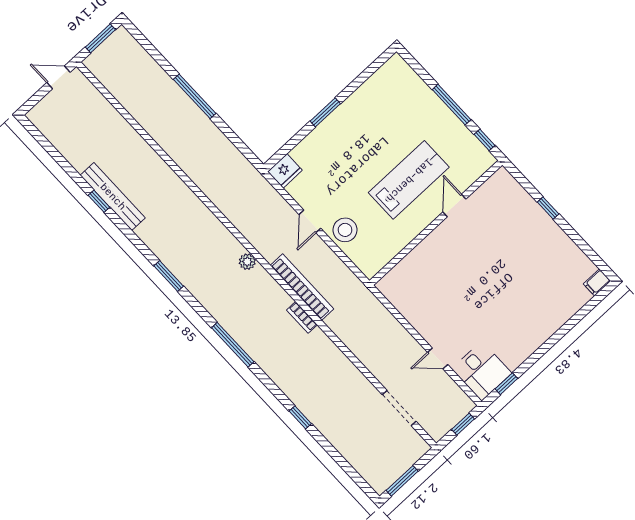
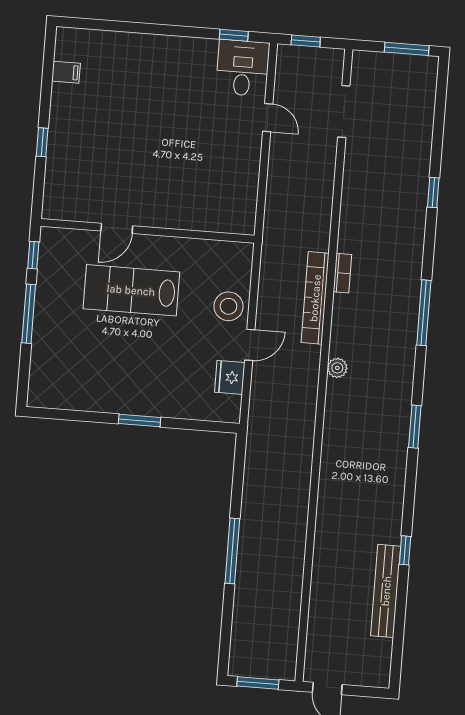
fridge: (285, 171) -> (230, 377), moved, turned -90
bench: (113, 197) -> (386, 591), moved
filing cabinet: (597, 283) -> (66, 72), moved

